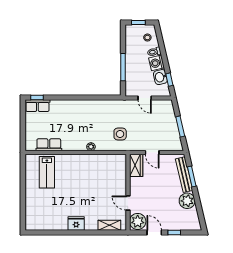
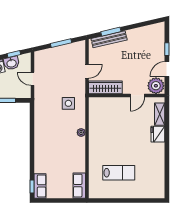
door: (145, 98) -> (33, 79), swing flipped
row of seats: (49, 145) -> (79, 186), moved
wardrobe: (136, 165) -> (105, 87), width x1.50
lab bench: (47, 172) -> (119, 173), moved
plant: (187, 201) -> (135, 36), removed
fridge: (76, 224) -> (158, 134), moved

